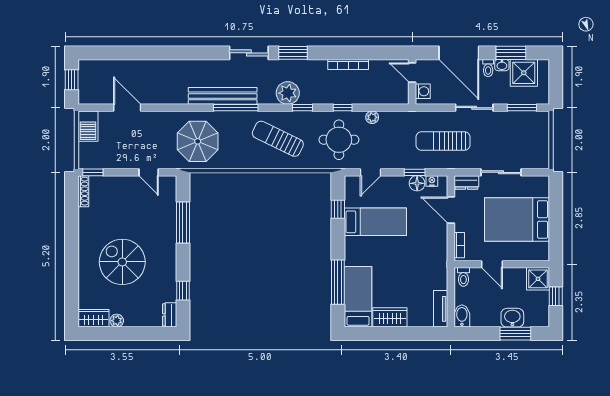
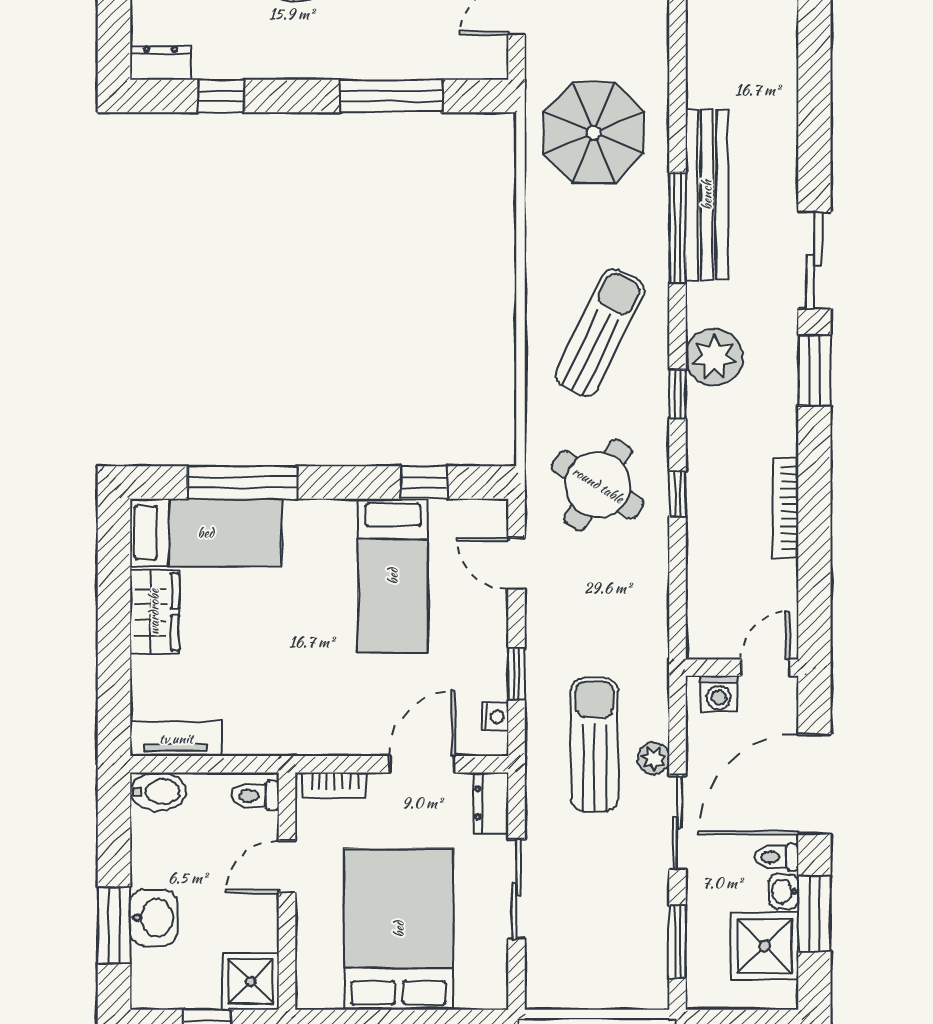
plant: (372, 117) -> (654, 758), moved
round table: (339, 140) -> (598, 485), turned 32
floor lamp: (417, 183) -> (489, 680), removed

